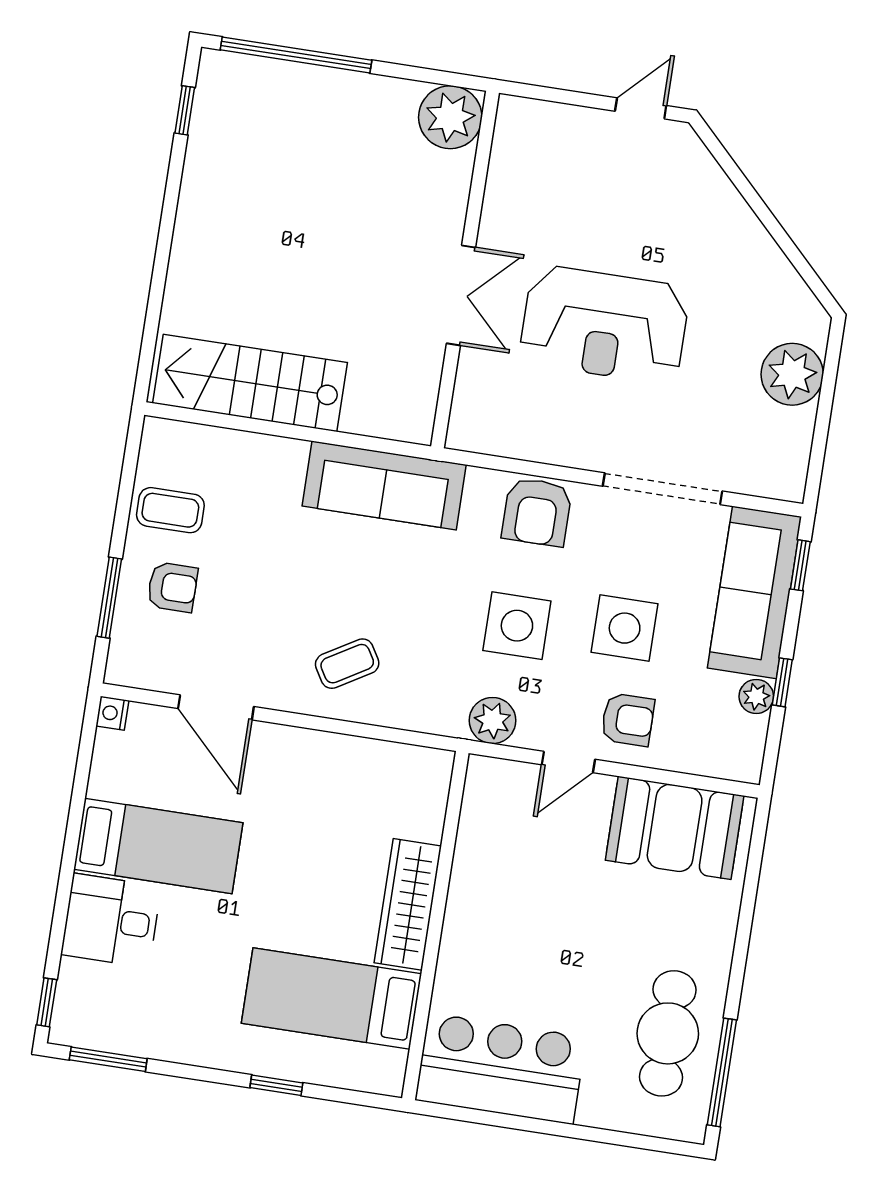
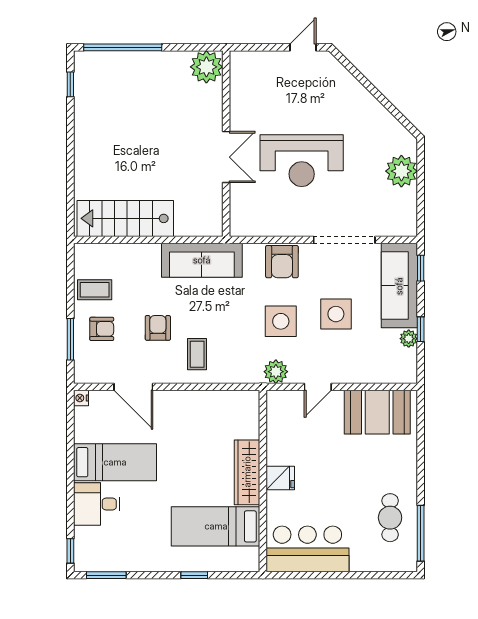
coffee table: (347, 664) -> (197, 354), turned -59
armchair: (628, 720) -> (158, 328), moved, turned -90
fridge: (470, 925) -> (280, 478), added
cafe table: (668, 1033) -> (390, 518), width x0.73, depth x0.74

